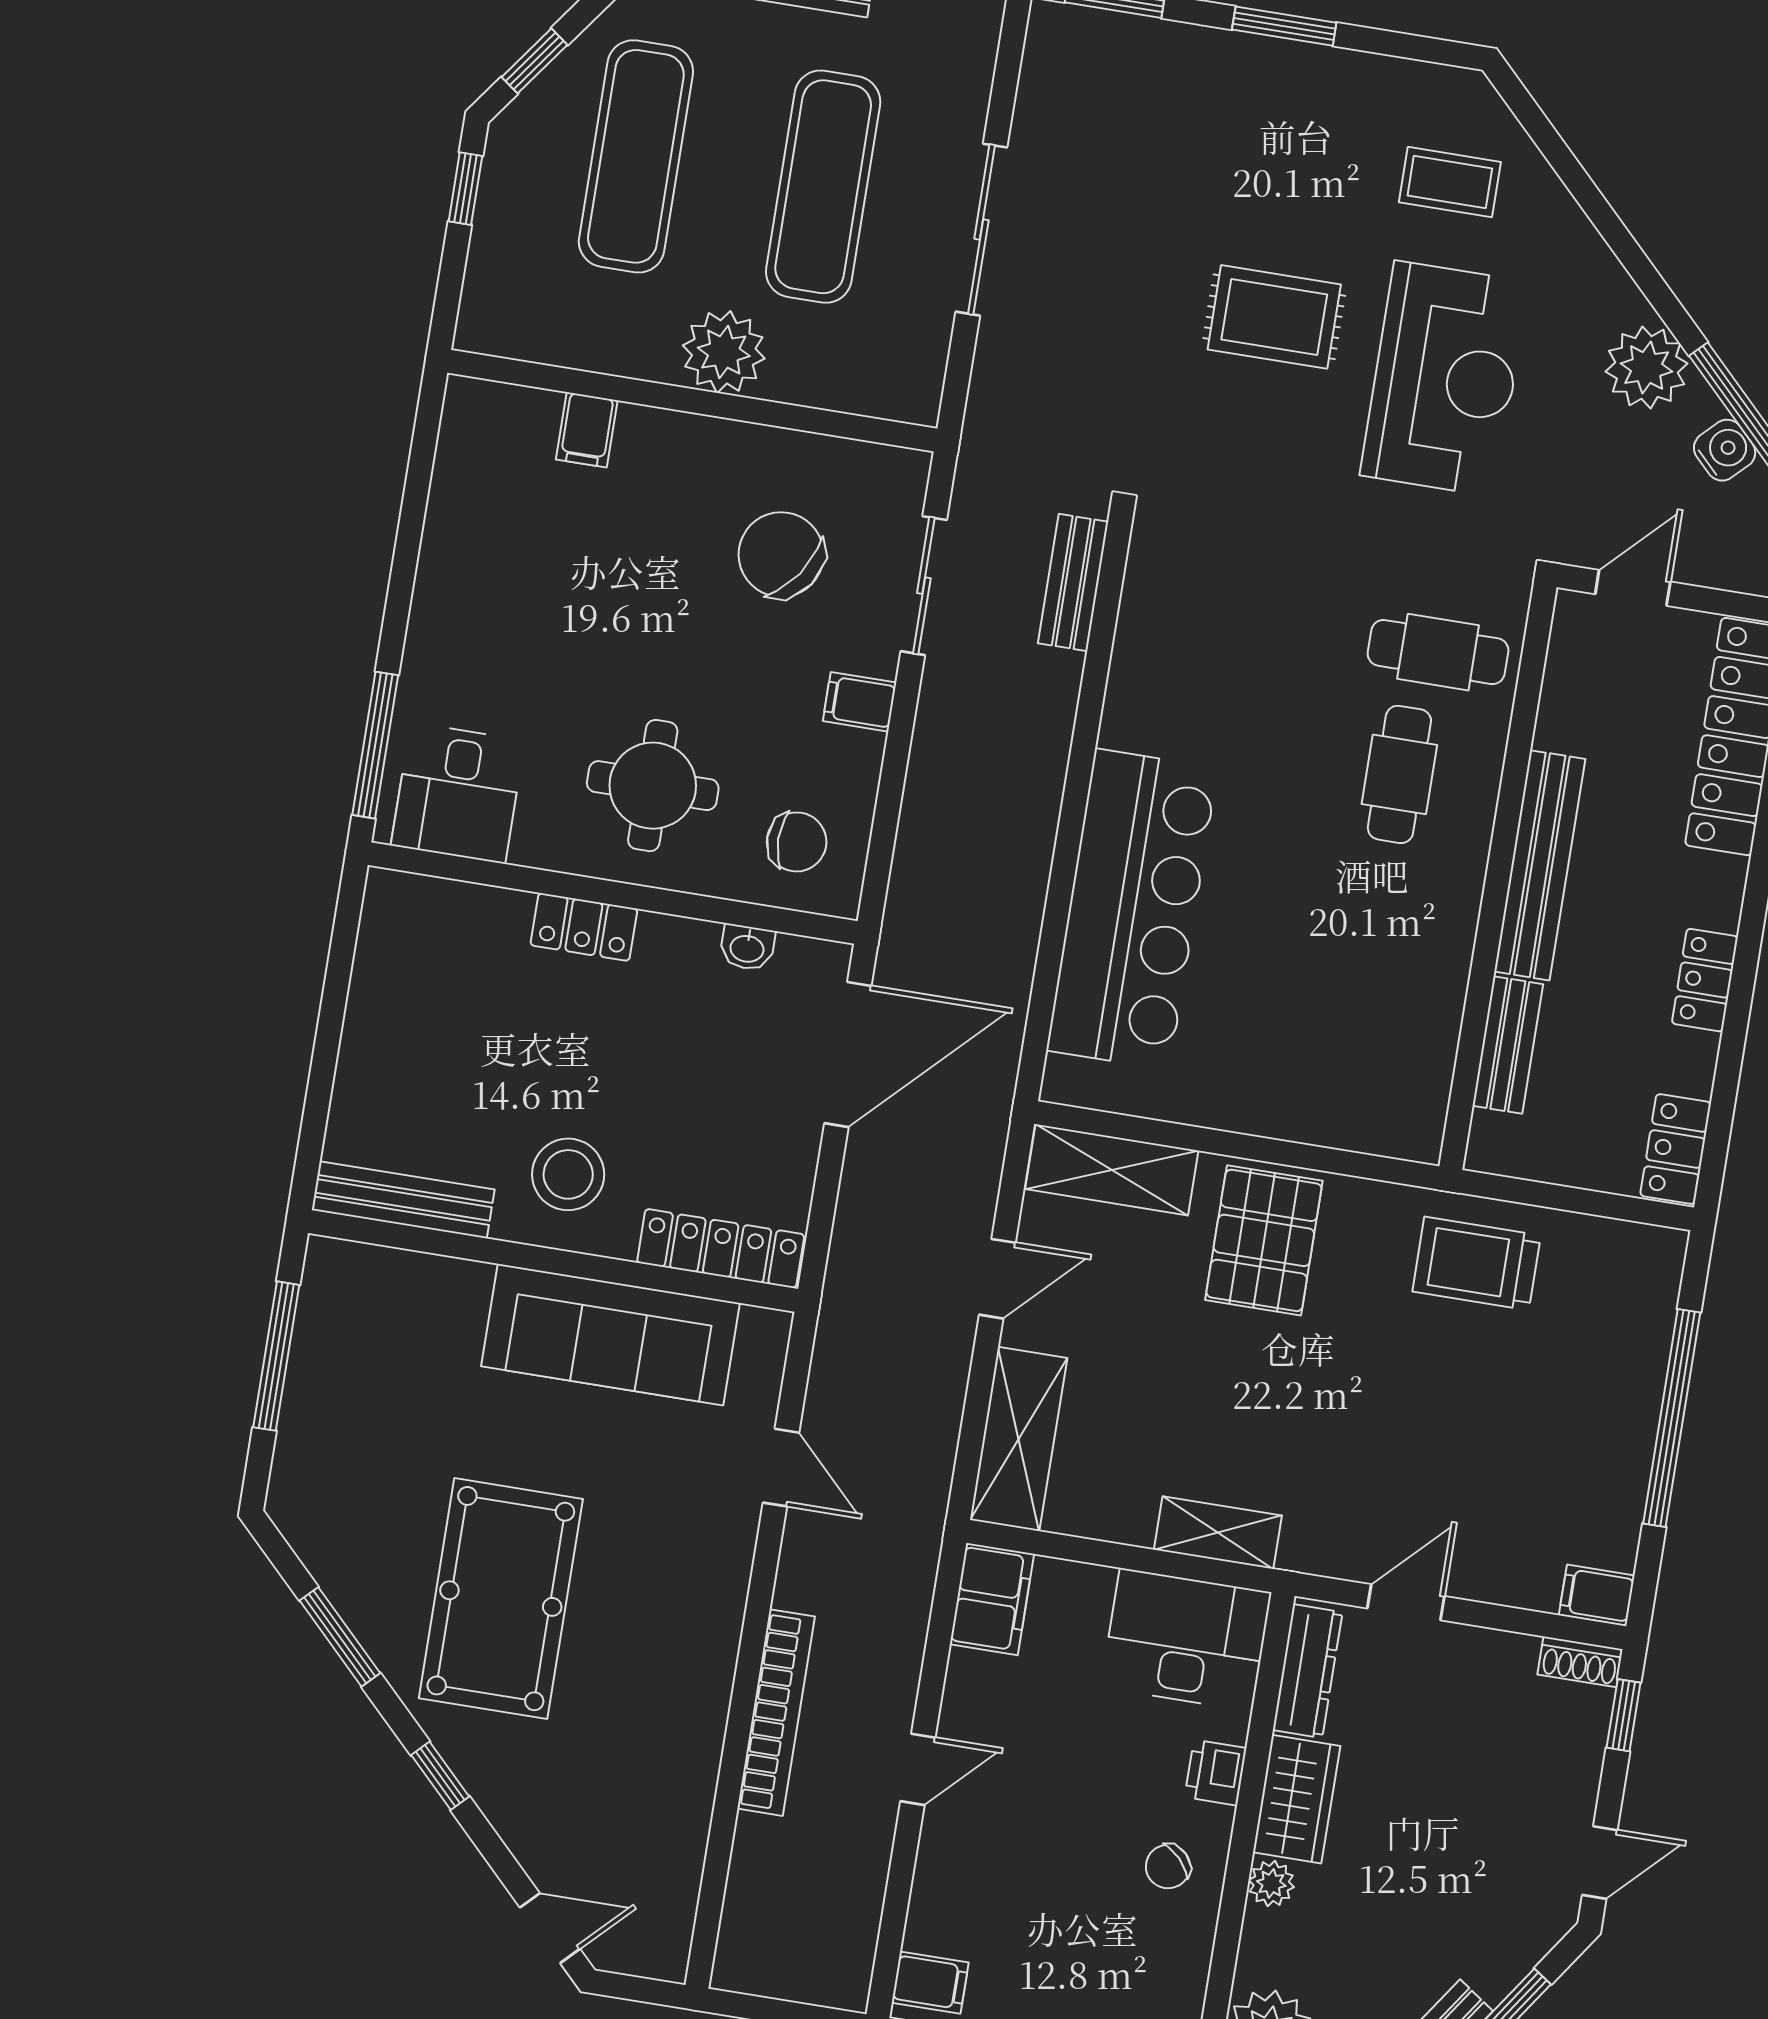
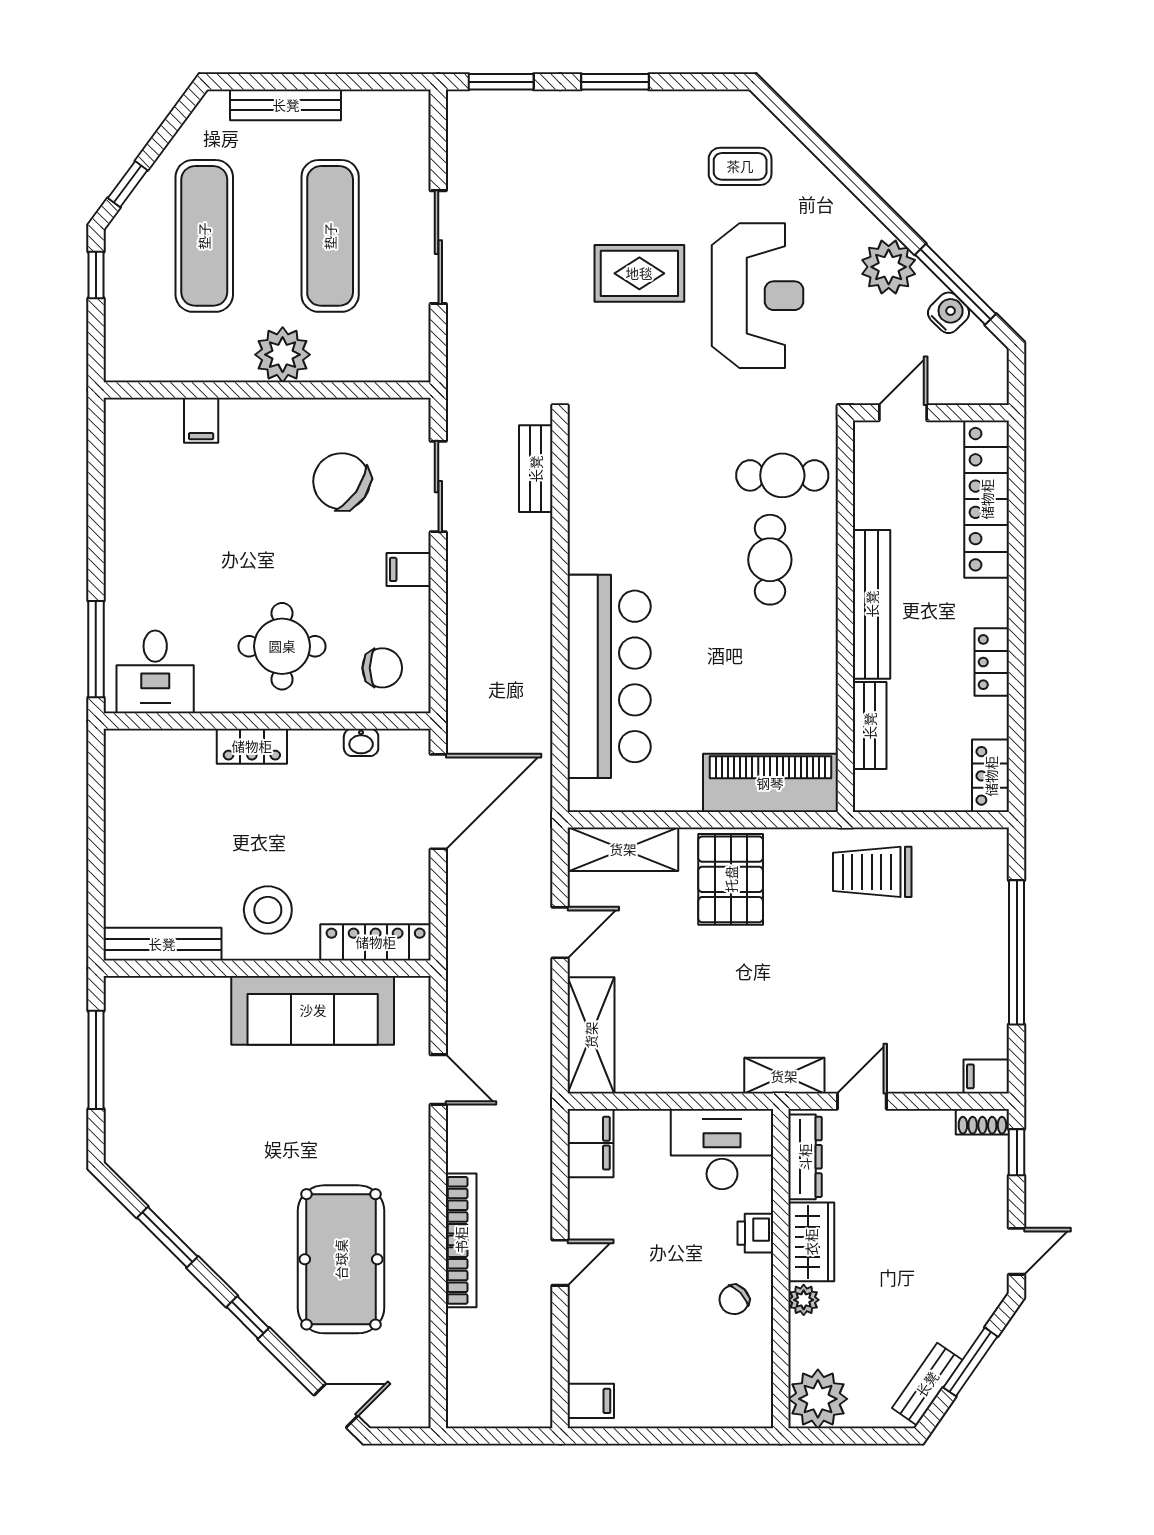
piano: (1346, 1107) -> (770, 783), added
shelving: (1218, 1533) -> (784, 1076), moved
pool table: (501, 1599) -> (341, 1259), moved

